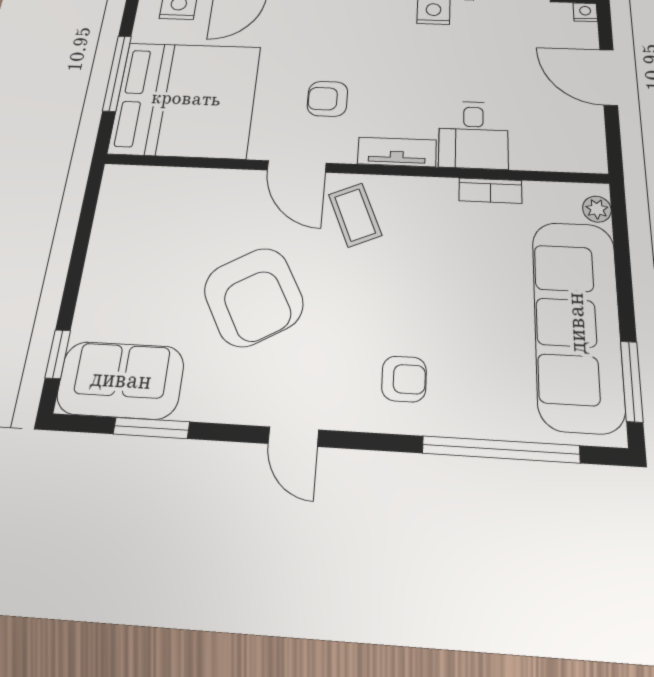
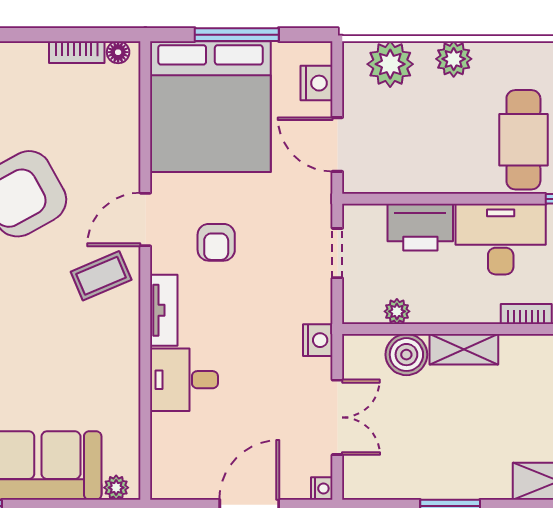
armchair: (327, 99) -> (216, 242), turned 180
floor lamp: (112, 187) -> (118, 52), added
bookcase: (490, 191) -> (77, 52), moved, turned -90

